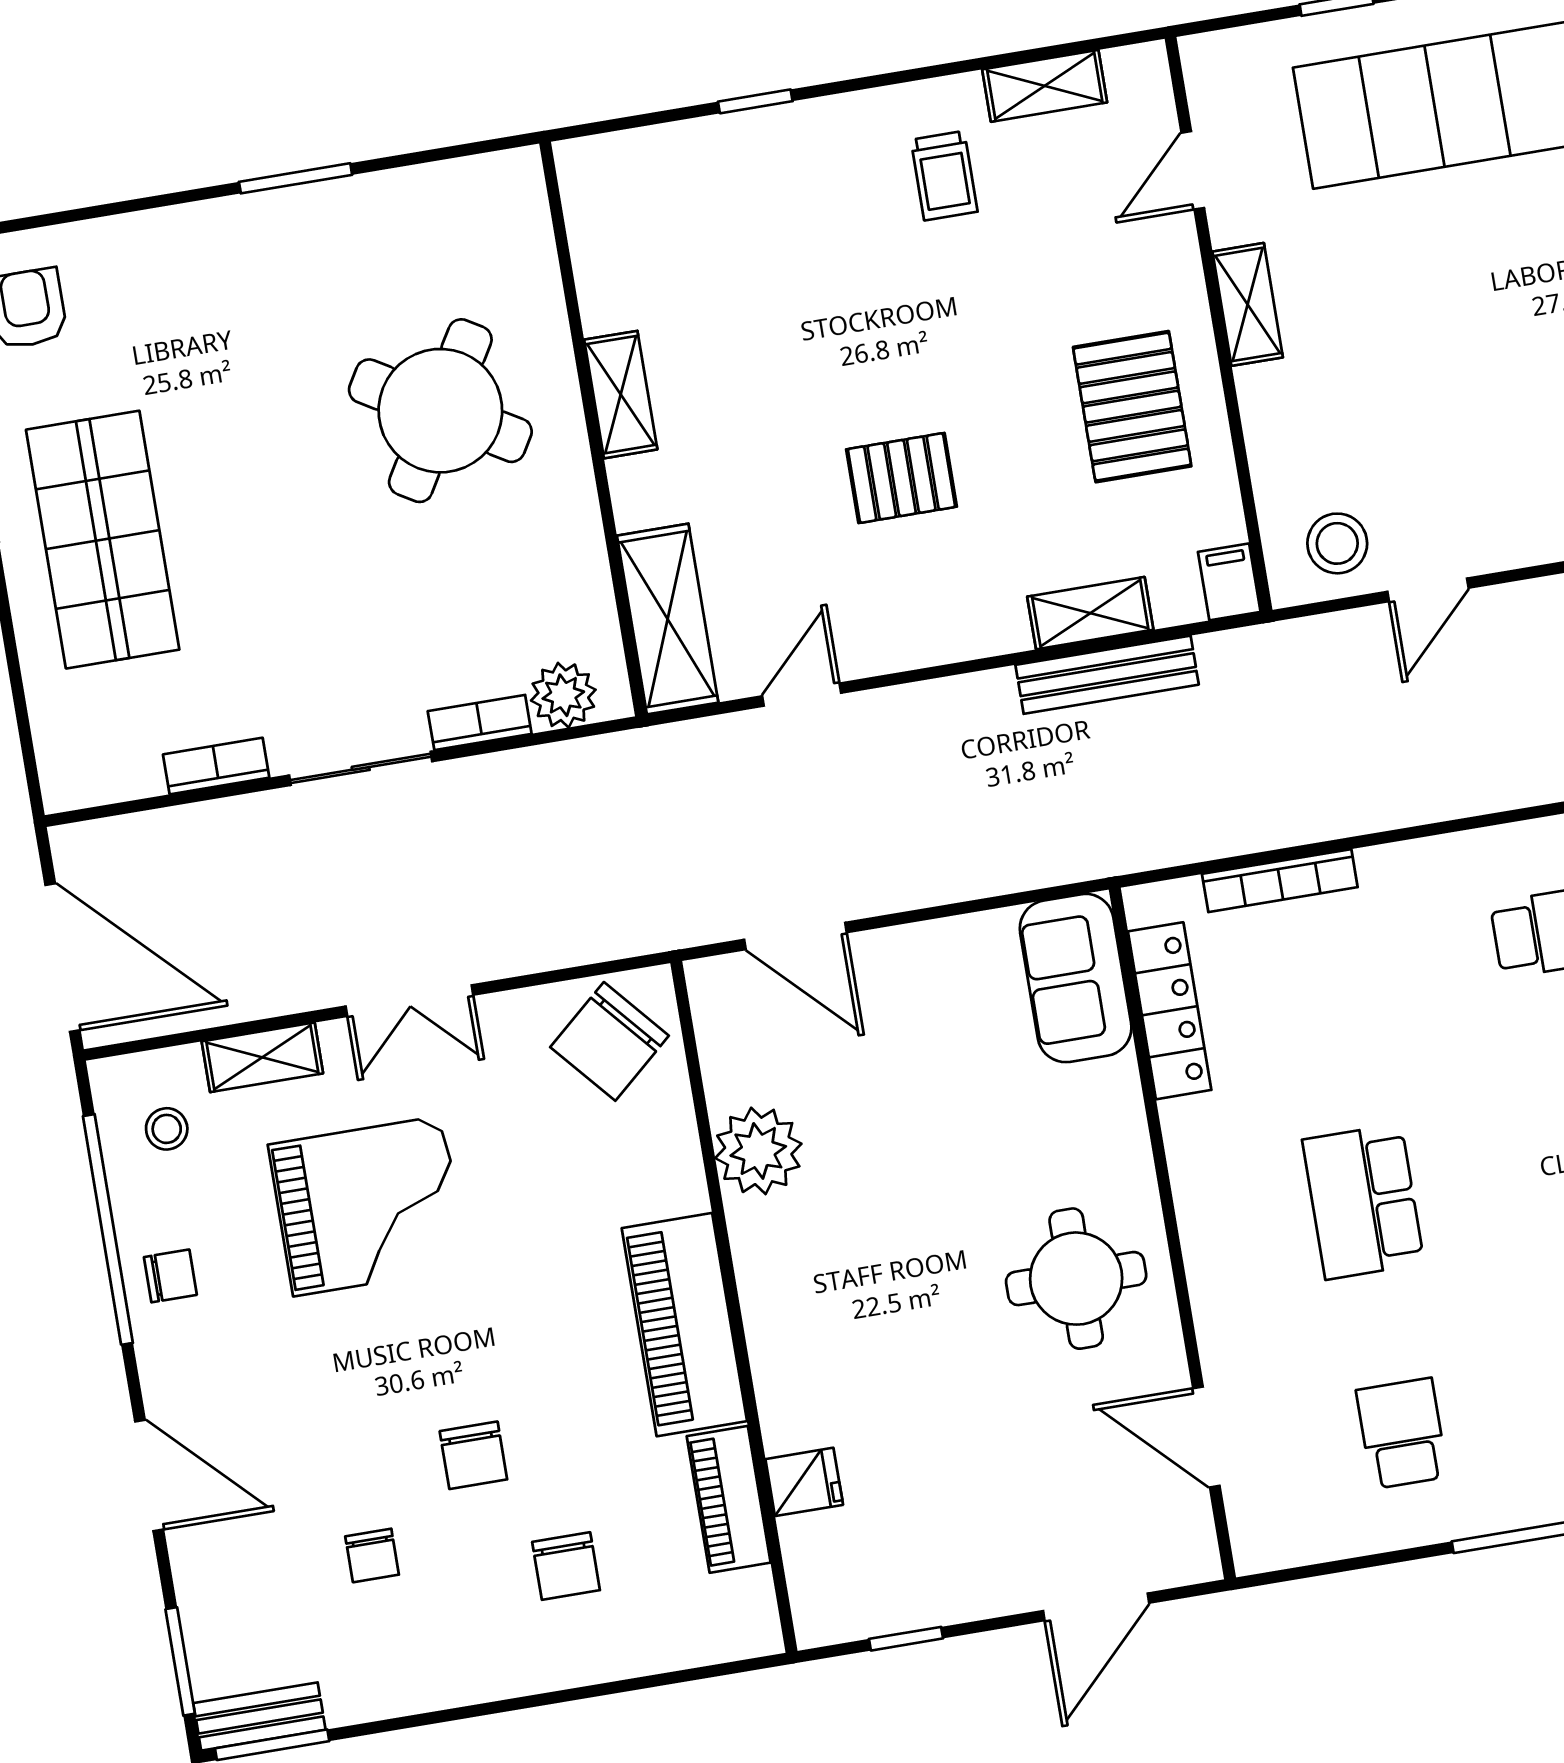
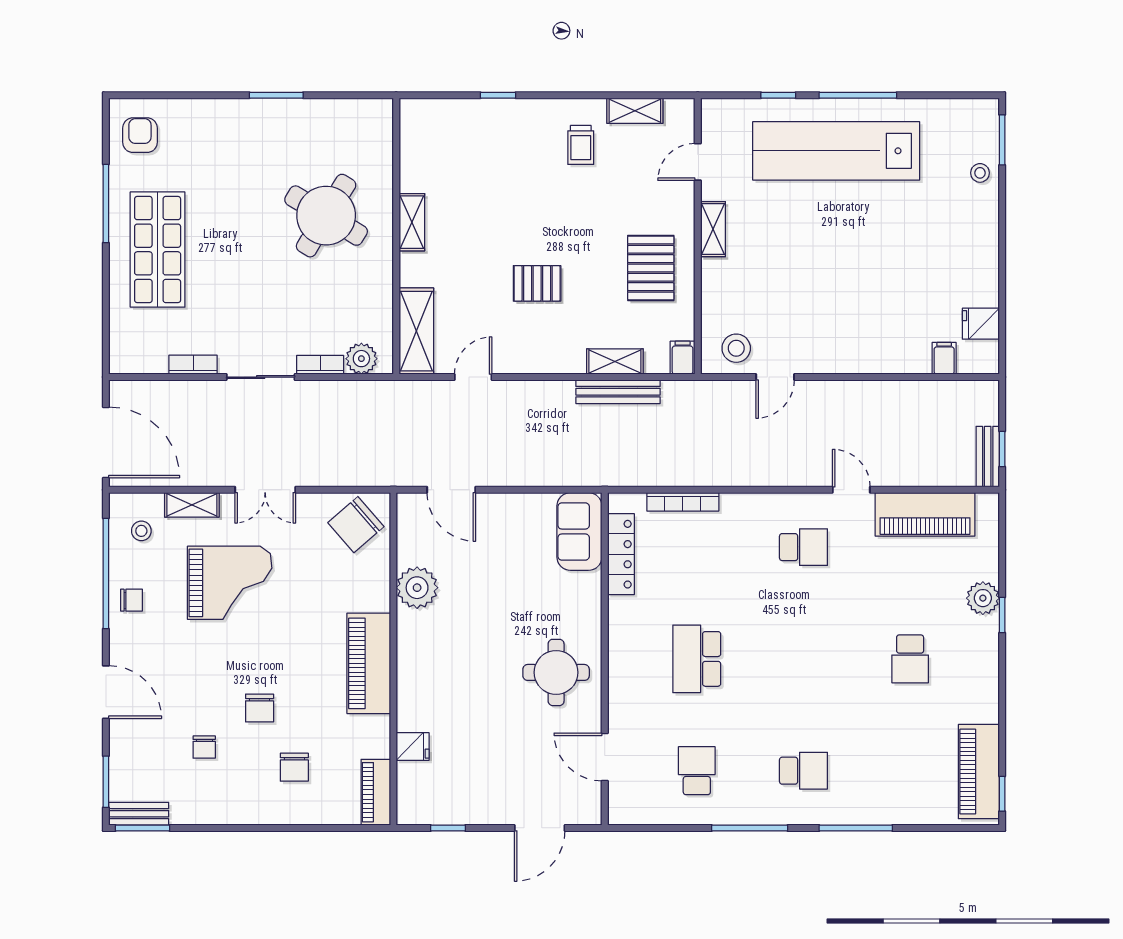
piano: (729, 1499) -> (376, 792), moved

